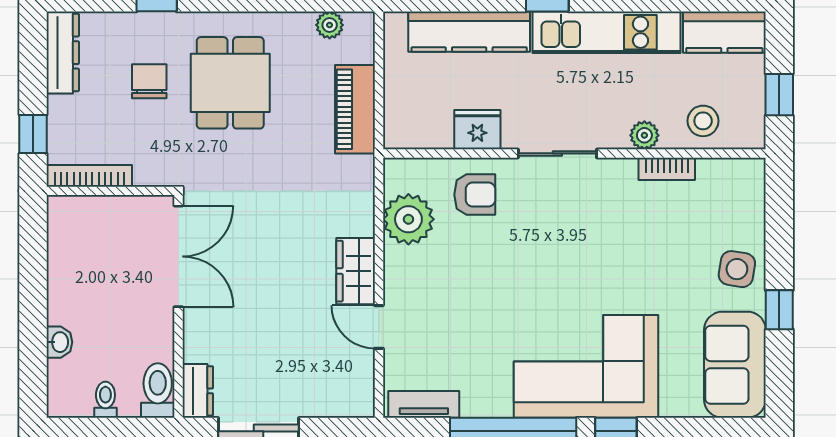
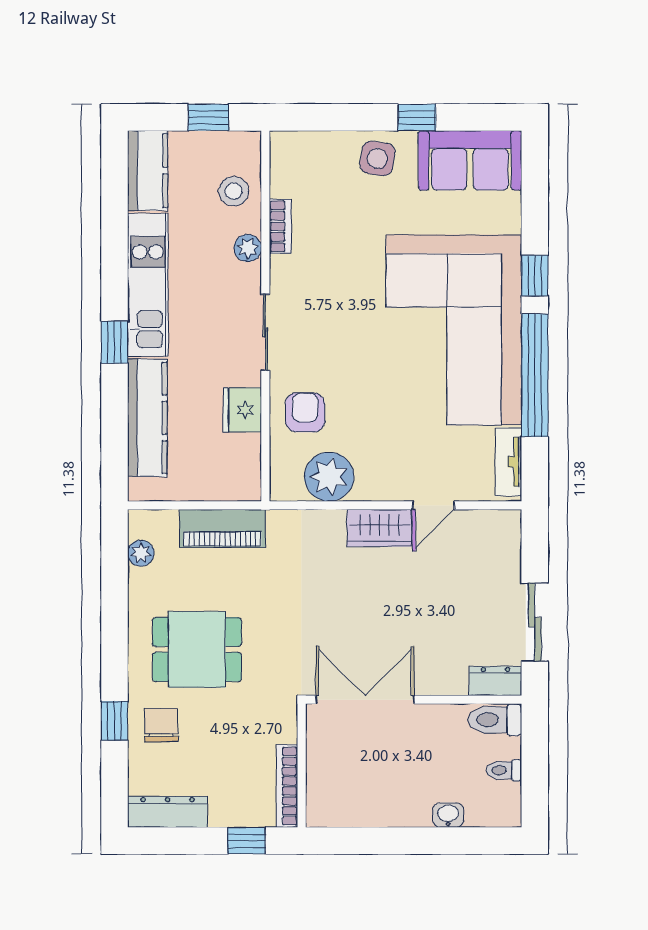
chair: (149, 81) -> (161, 725), moved, turned 90
corner sofa: (586, 366) -> (454, 330), width x1.36, depth x1.36

